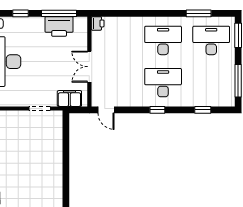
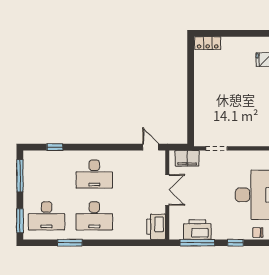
window: (199, 13) -> (70, 243), moved
printer: (98, 23) -> (156, 227), width x1.87, depth x1.48
window: (157, 110) -> (100, 147), removed

